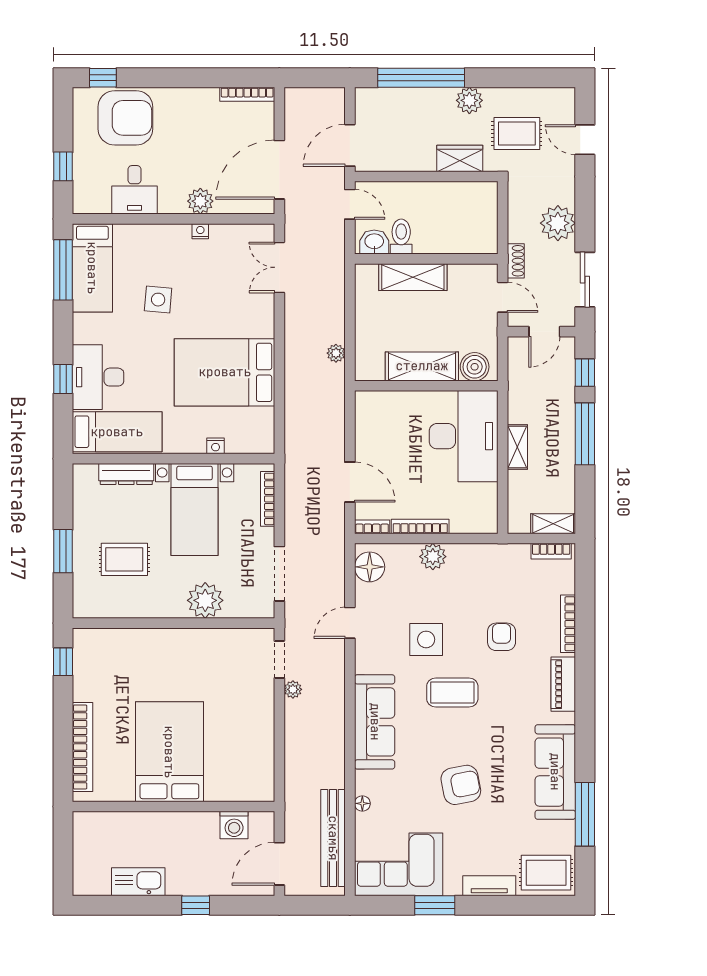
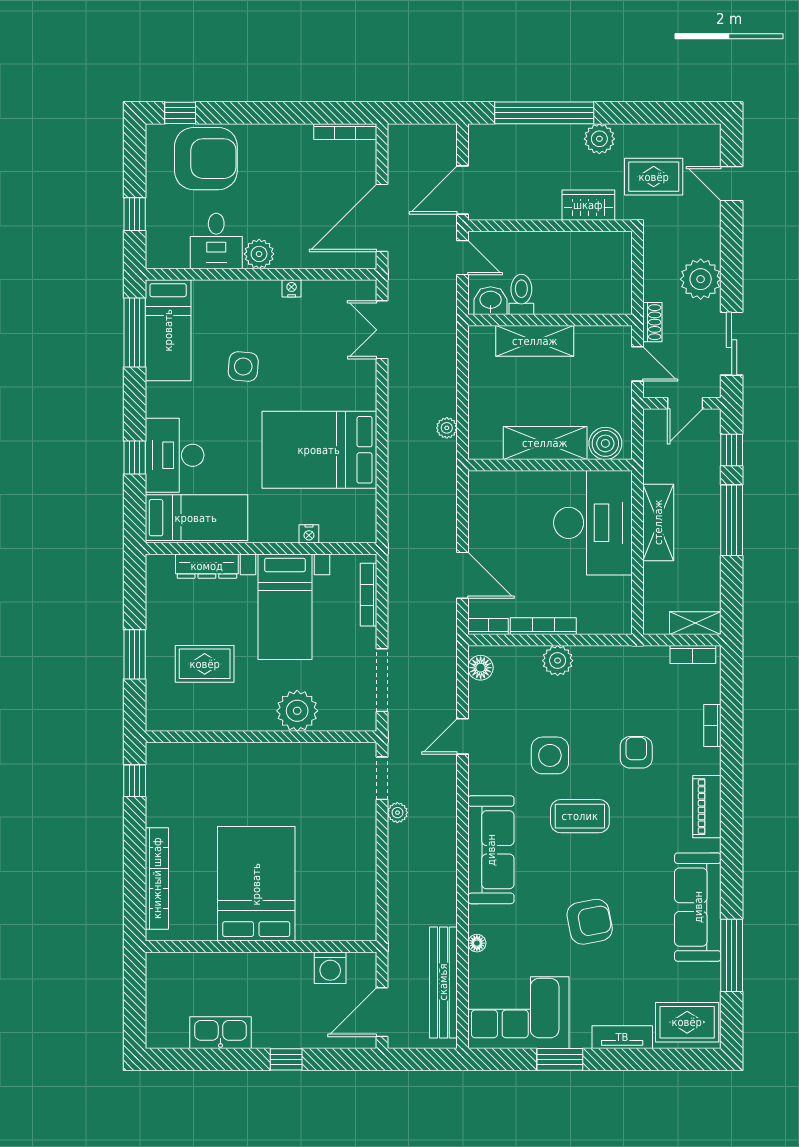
plant: (200, 201) -> (259, 254), moved
shelving: (517, 447) -> (658, 522), width x1.50, depth x1.33
floor lamp: (370, 567) -> (481, 668), width x0.73, depth x0.73
bookcase: (568, 624) -> (712, 726), width x0.64

